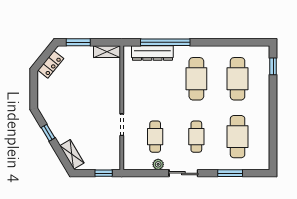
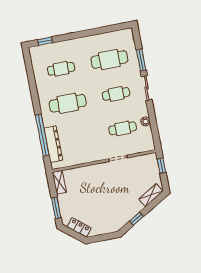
cafe table: (238, 79) -> (61, 69), width x0.73, depth x0.74
sliding door: (183, 173) -> (147, 88), moved

